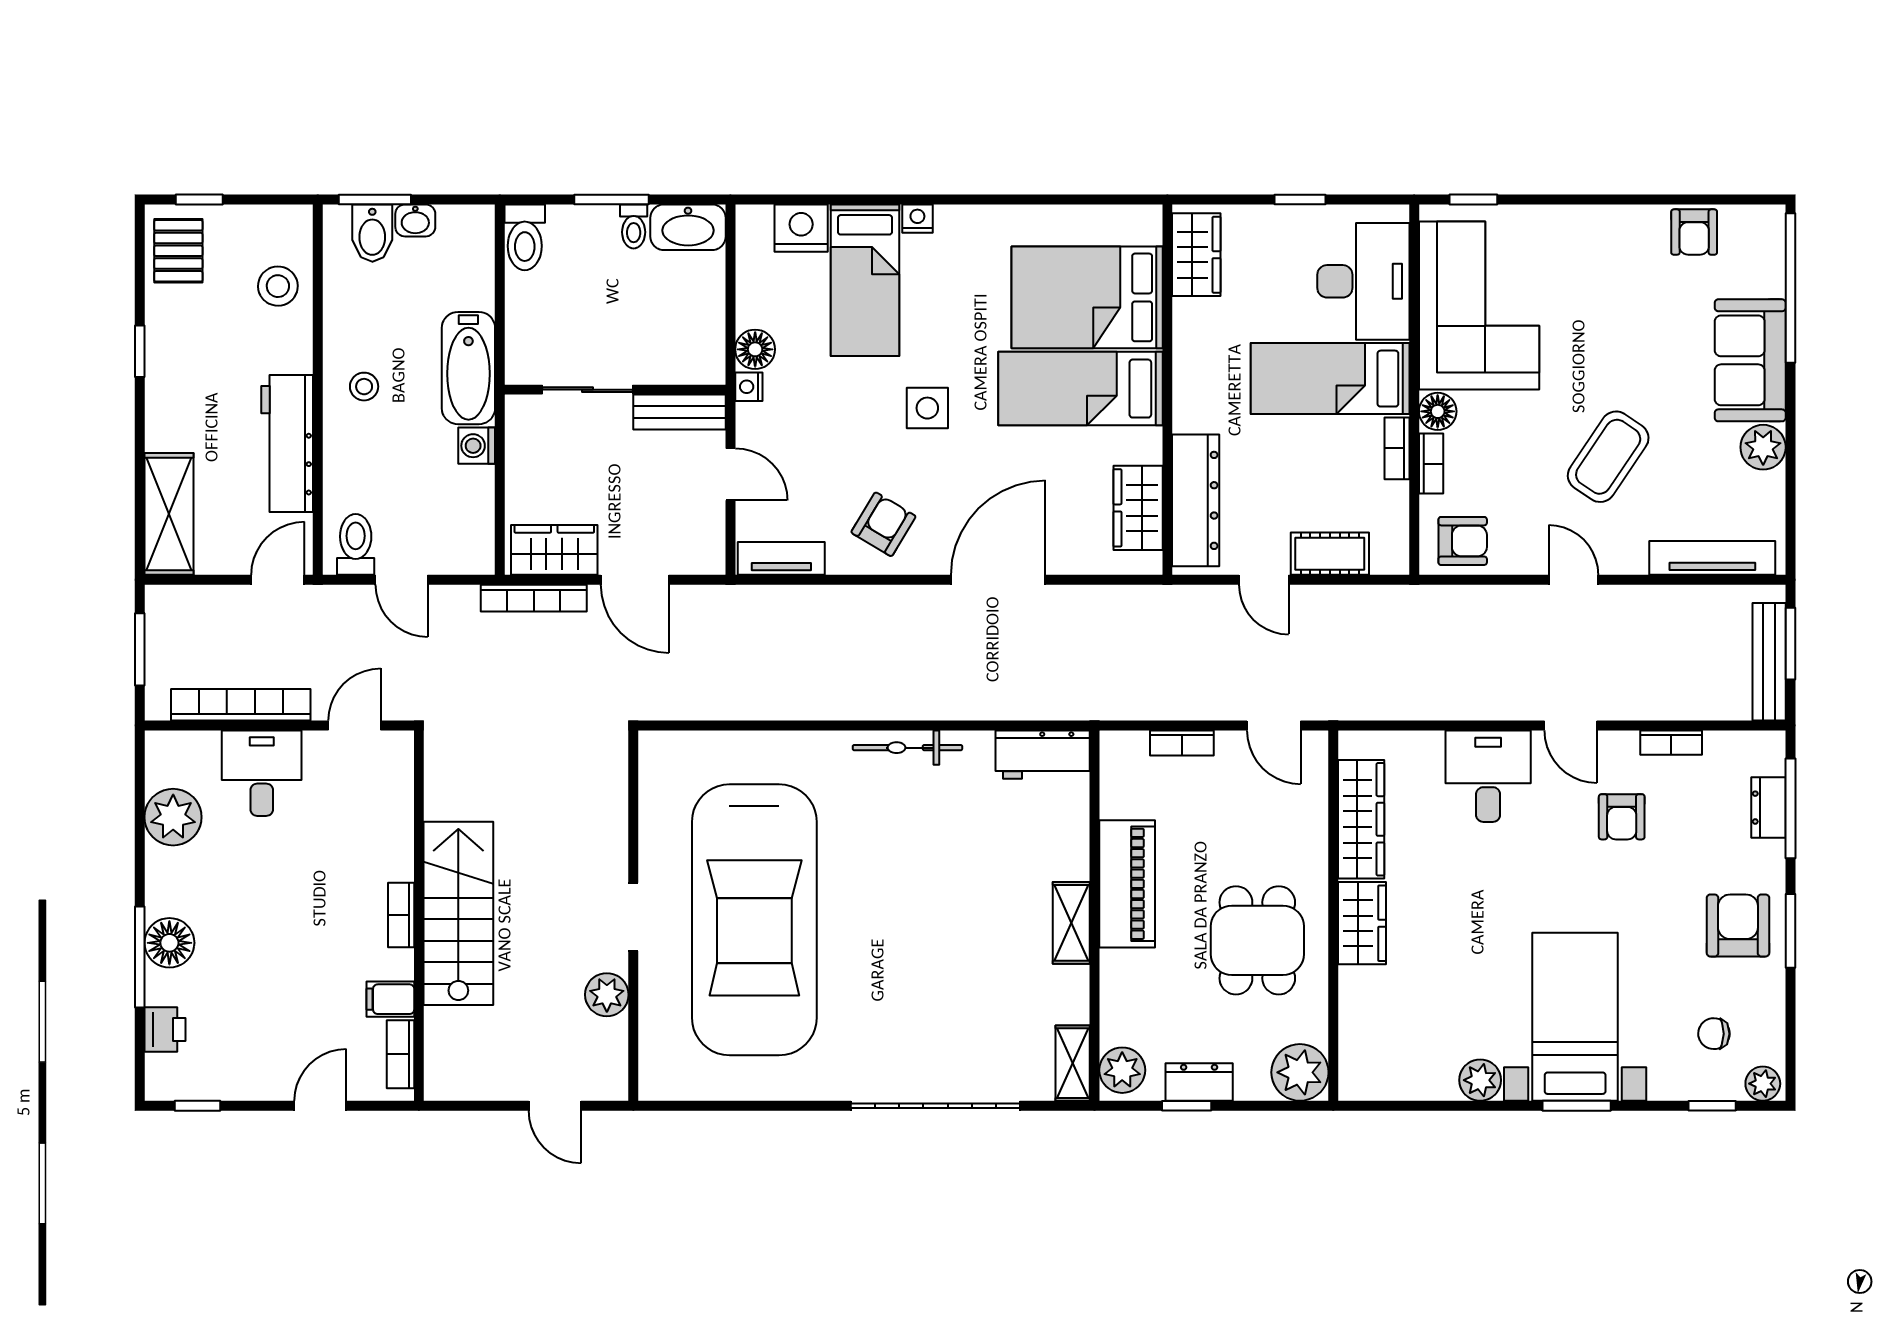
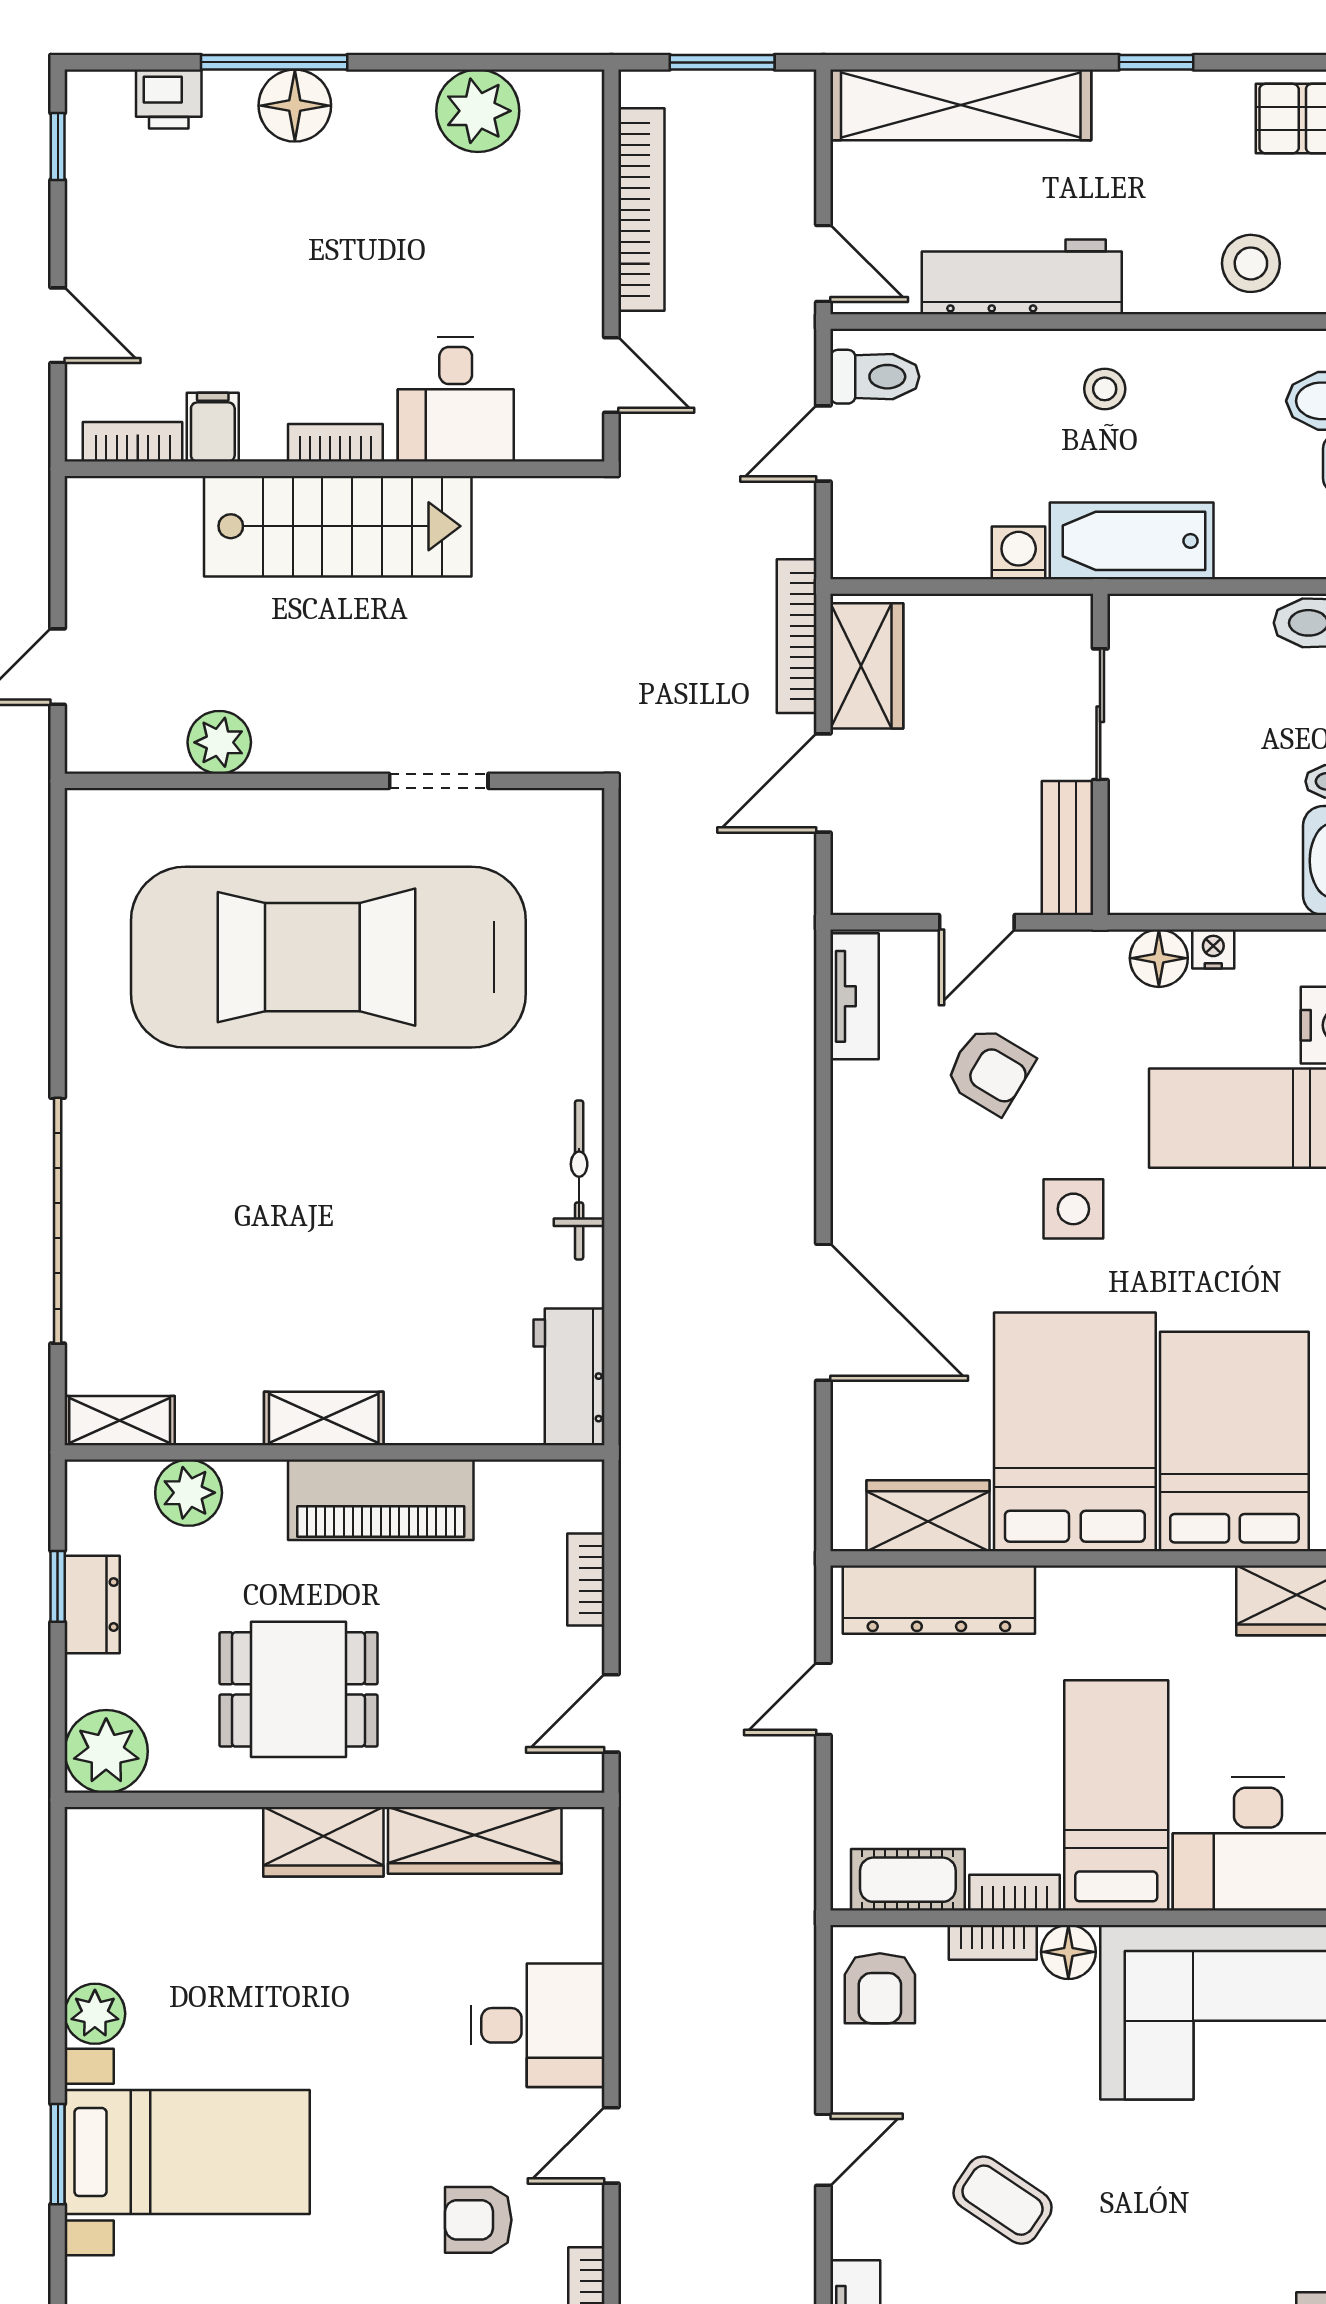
nightstand: (749, 387) -> (1213, 949), moved
bed: (1080, 389) -> (1075, 1432), width x1.50
coffee table: (1608, 457) -> (1003, 2200), width x0.73, depth x0.77
shelving: (169, 514) -> (961, 105), width x1.47
armchair: (883, 524) -> (990, 1070), moved
cot: (1330, 554) -> (908, 1880), moved, turned 90
desk: (262, 773) -> (456, 399), moved, turned 90
doorway: (633, 917) -> (439, 781), moved
plant: (1122, 1070) -> (189, 1493), moved

